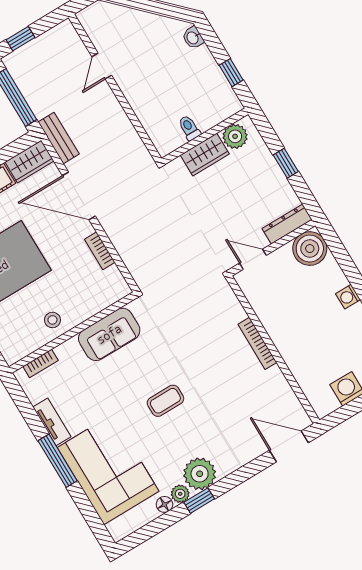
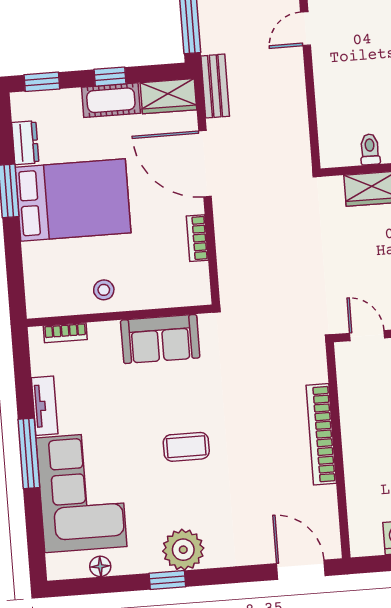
bookcase: (257, 343) -> (321, 434), width x1.48, depth x1.31
plant: (180, 494) -> (150, 561), removed
floor lamp: (164, 504) -> (100, 566), moved

